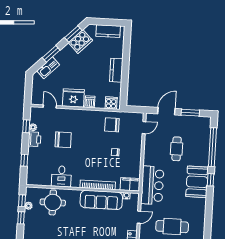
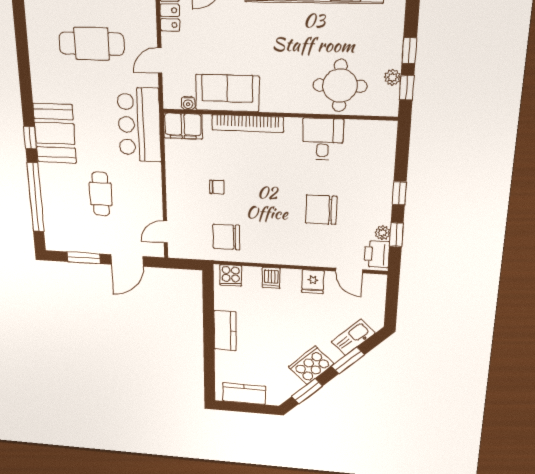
cooker: (80, 42) -> (311, 365), moved
fridge: (73, 98) -> (313, 282), width x0.53, depth x0.75
chair: (112, 125) -> (227, 237), turned 180
printer: (34, 139) -> (377, 254), moved
window: (24, 160) -> (399, 193), moved
sofa: (101, 200) -> (227, 93), width x0.73

